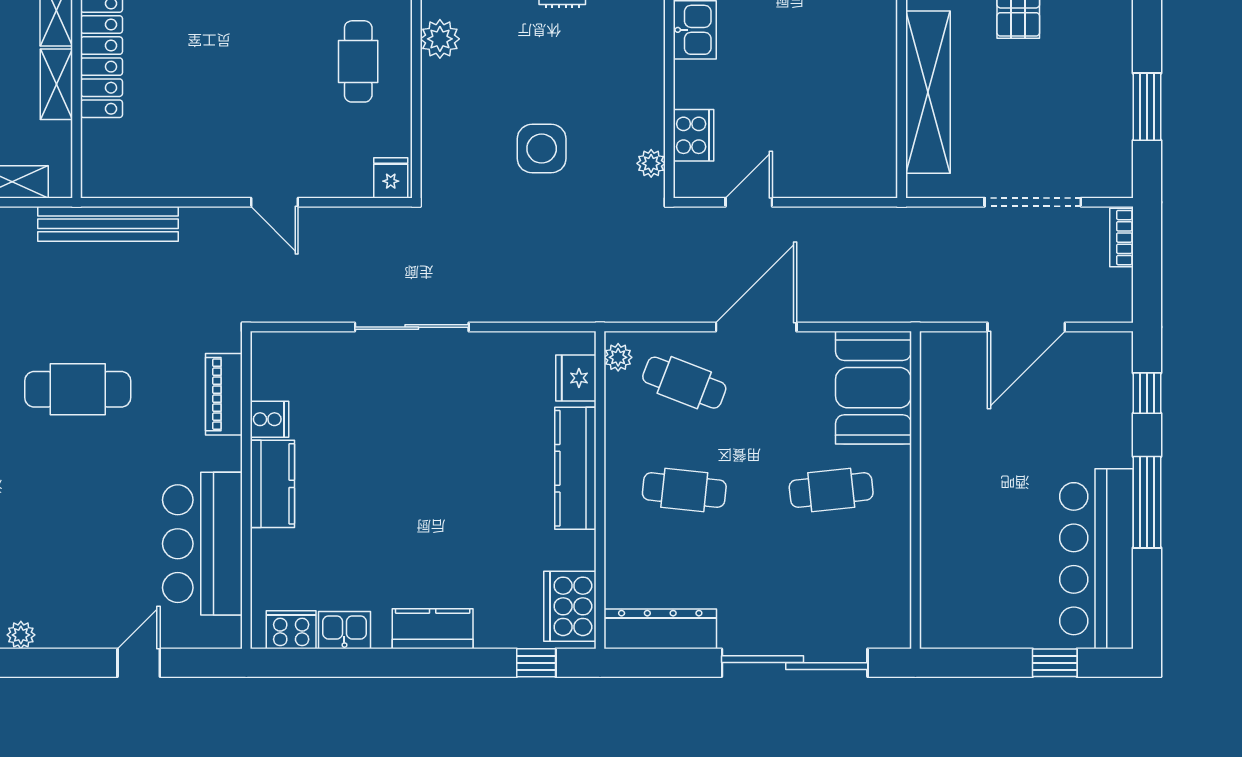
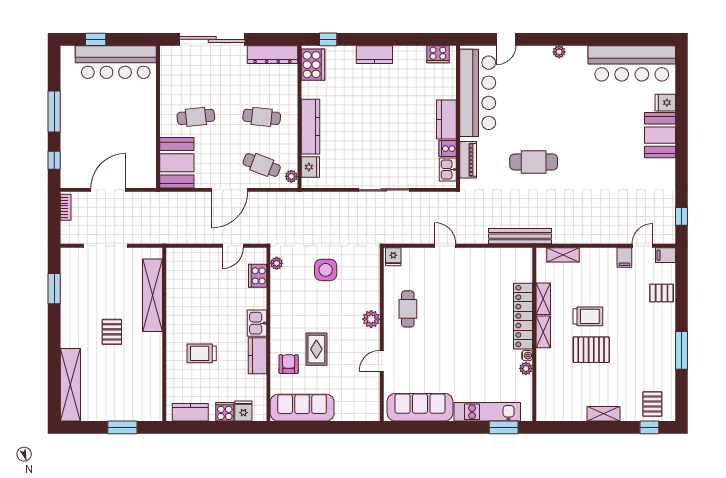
bookcase: (1122, 238) -> (66, 207), moved
bar counter: (202, 544) -> (478, 93), width x1.36
bar counter: (1097, 559) -> (116, 62), moved, turned 90
kitchen sink: (344, 630) -> (448, 169), moved, turned 90

